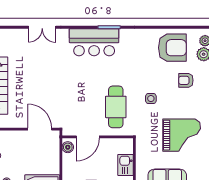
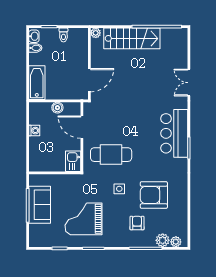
armchair: (172, 48) -> (154, 195), moved, turned 90
grand piano: (182, 135) -> (84, 219), turned 90
boiler: (68, 147) -> (57, 108), moved
kitchen sink: (125, 165) -> (73, 161), moved, turned -90

